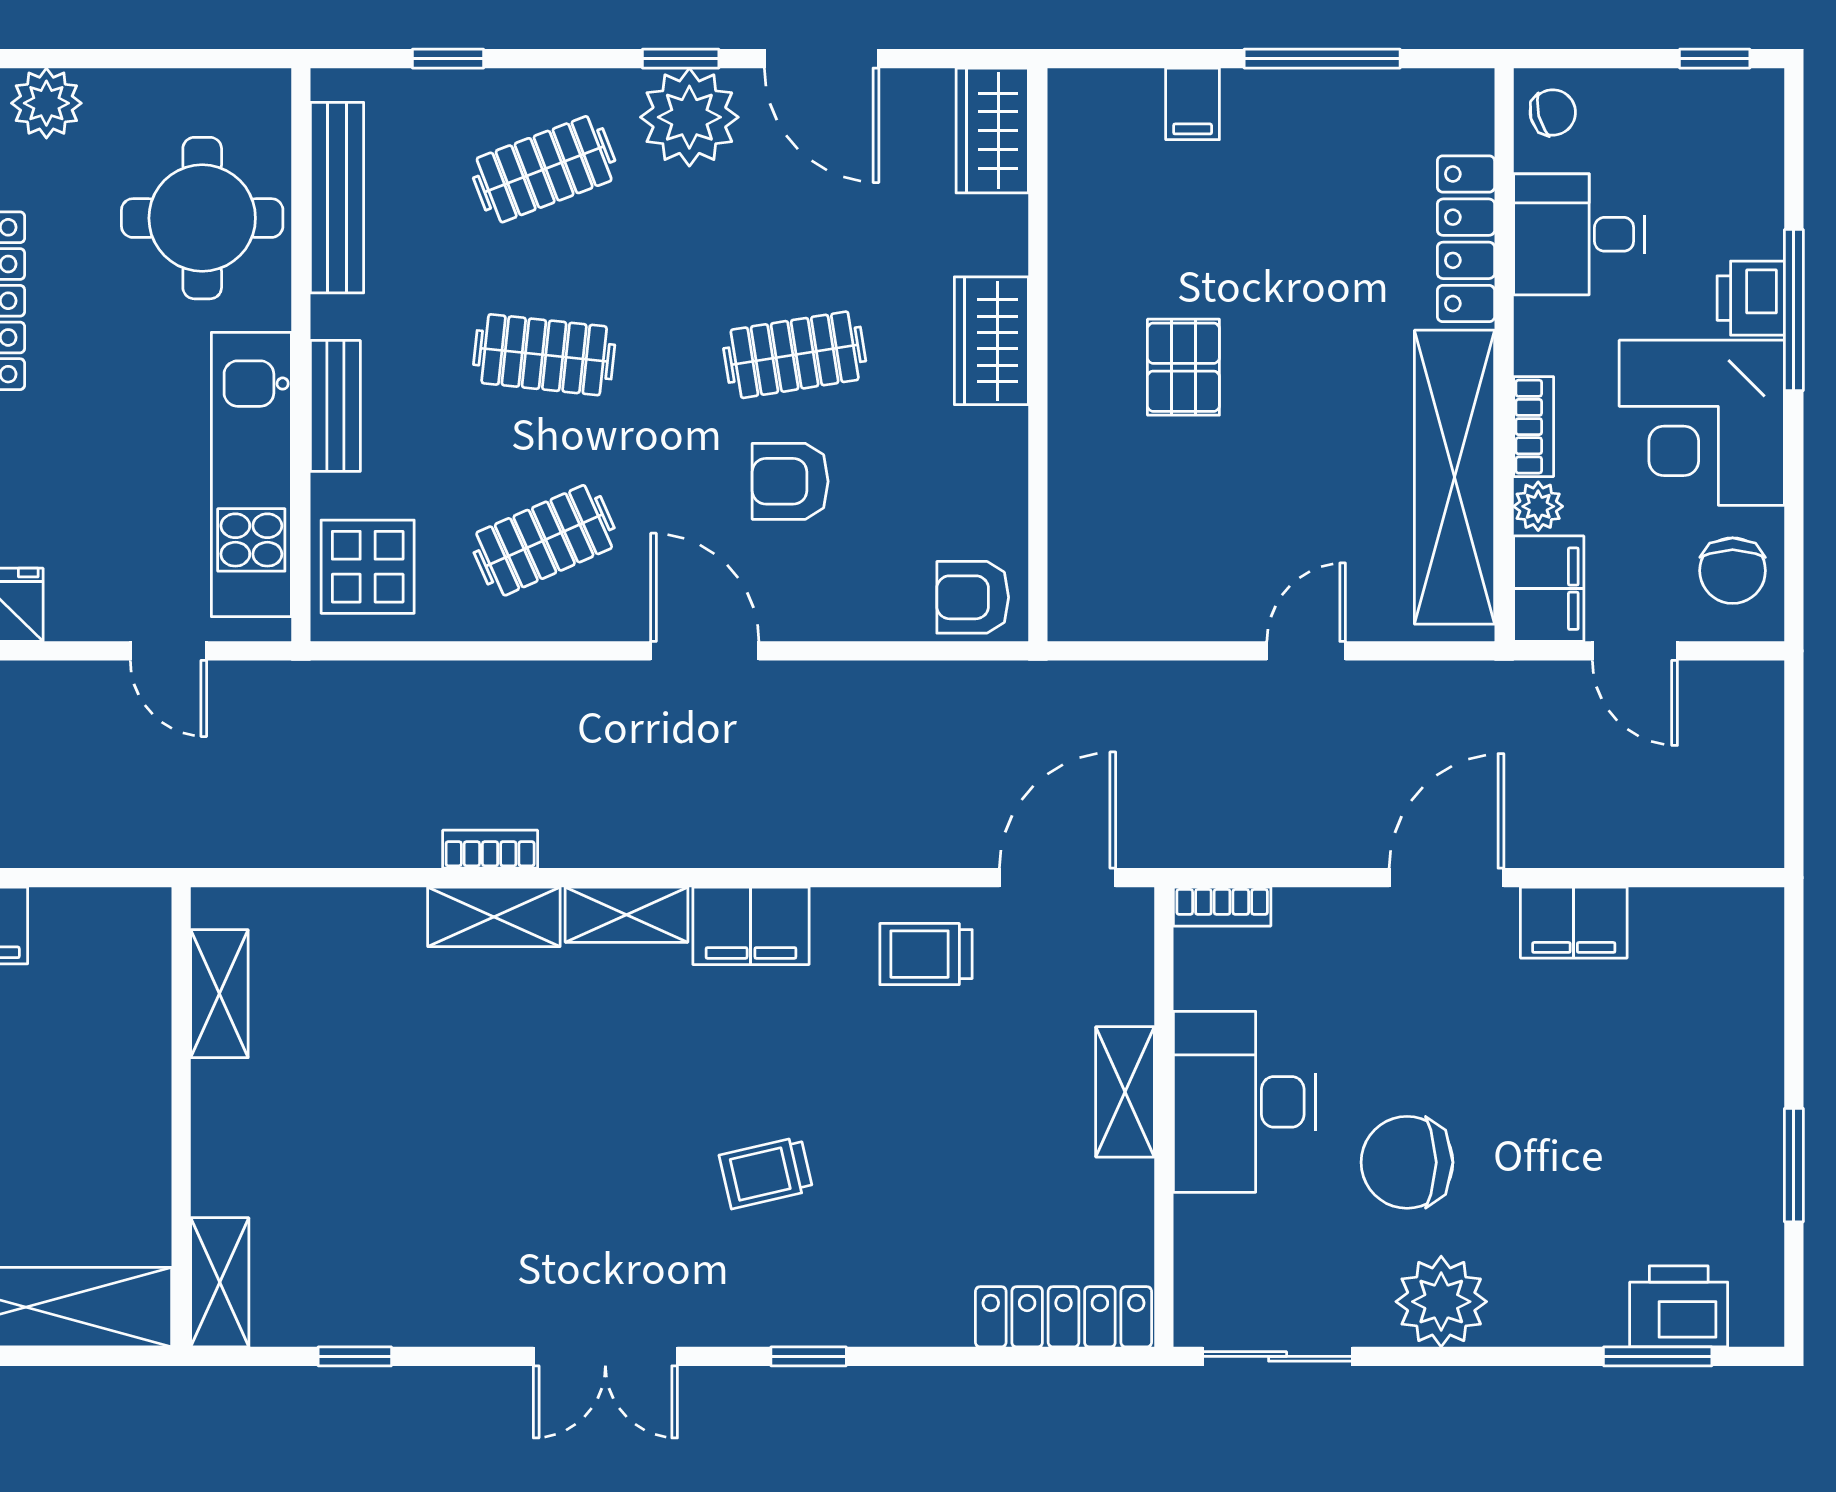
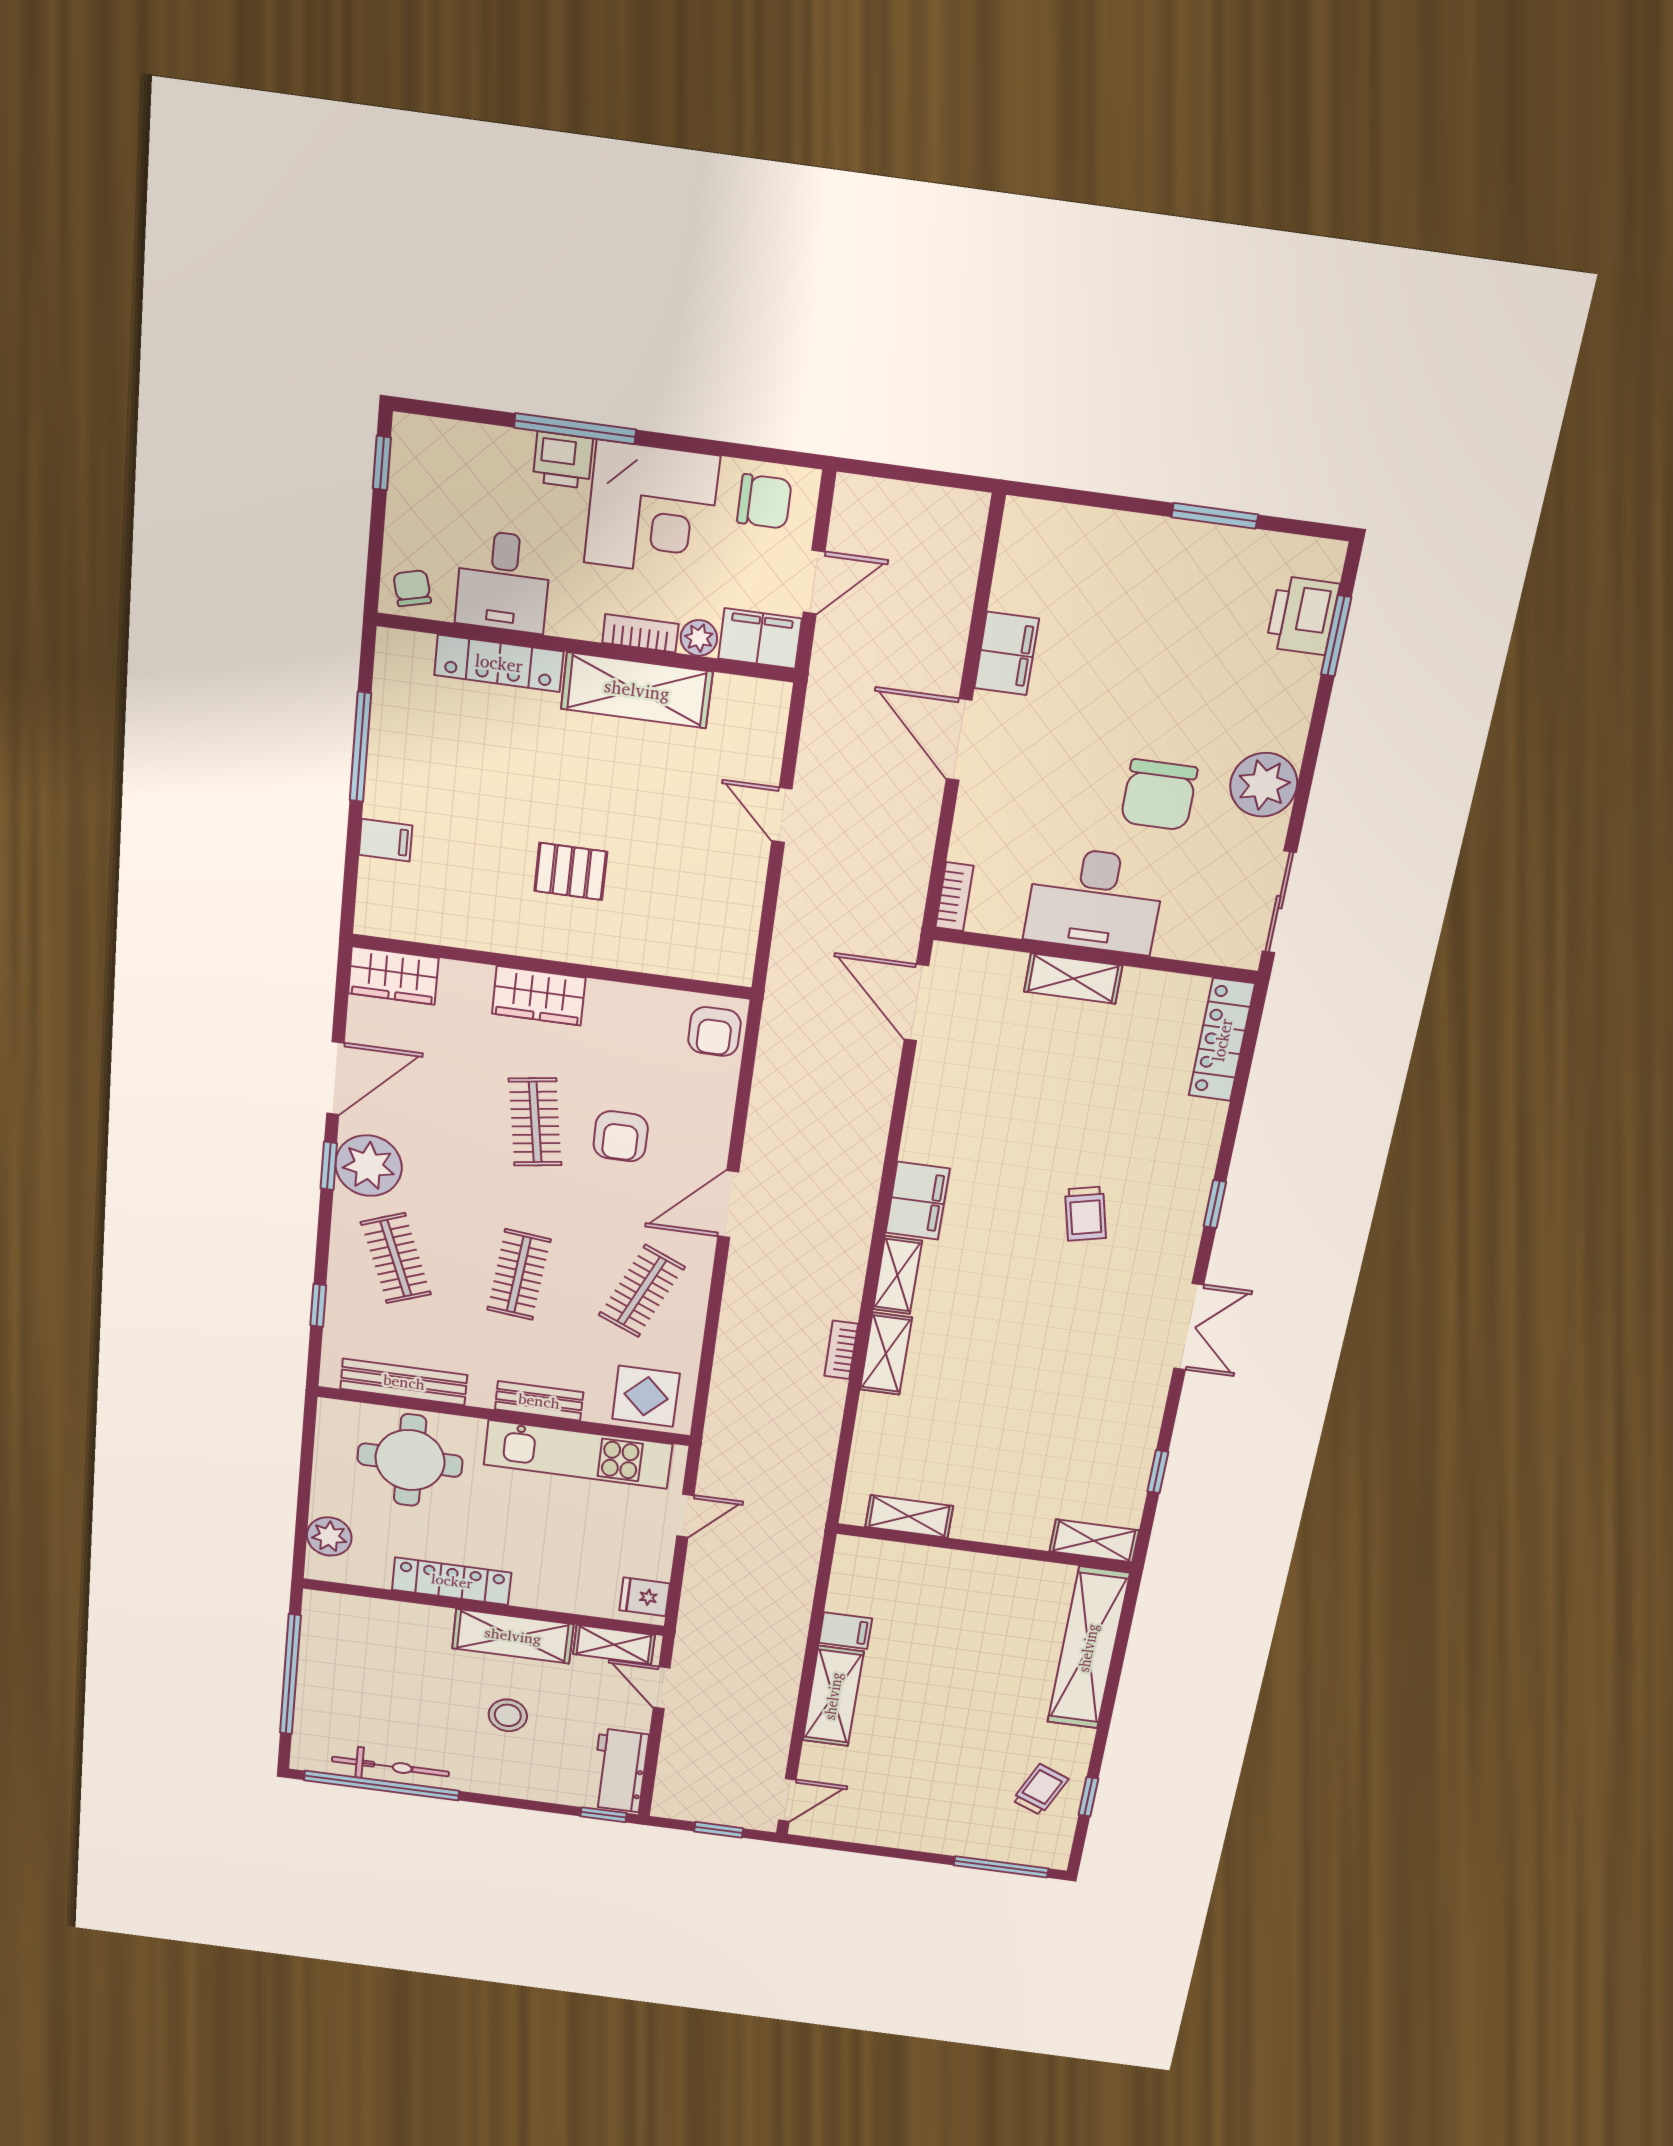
shelving: (1455, 477) -> (637, 690), width x0.68
clothes rail: (544, 540) -> (642, 1291), turned 48
trolley: (926, 954) -> (955, 1094), removed

